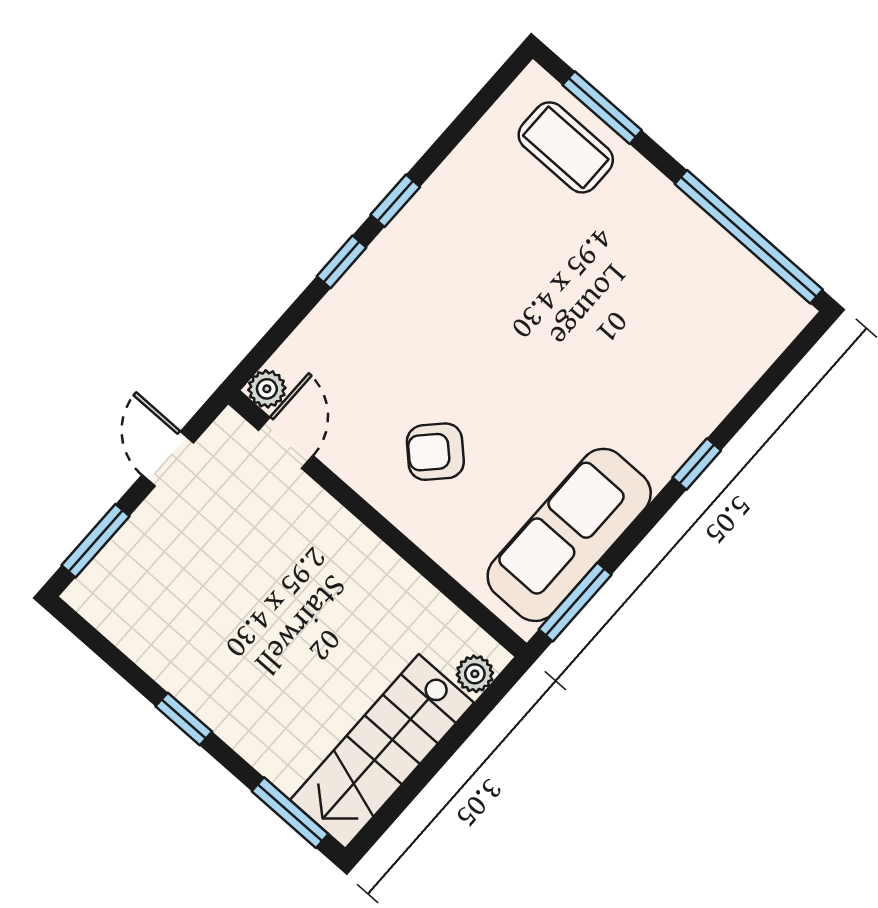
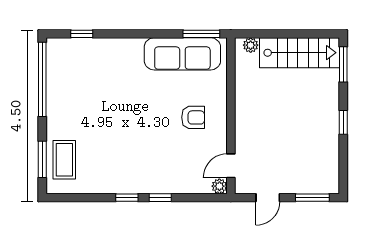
armchair: (435, 452) -> (193, 117), turned -44
window: (697, 464) -> (82, 34), moved

